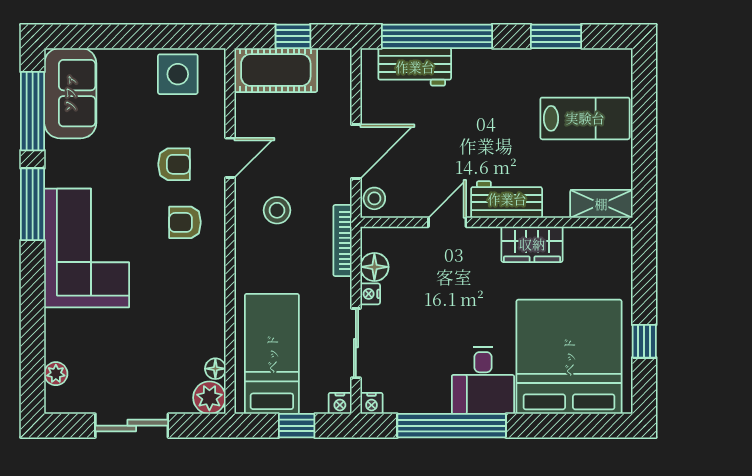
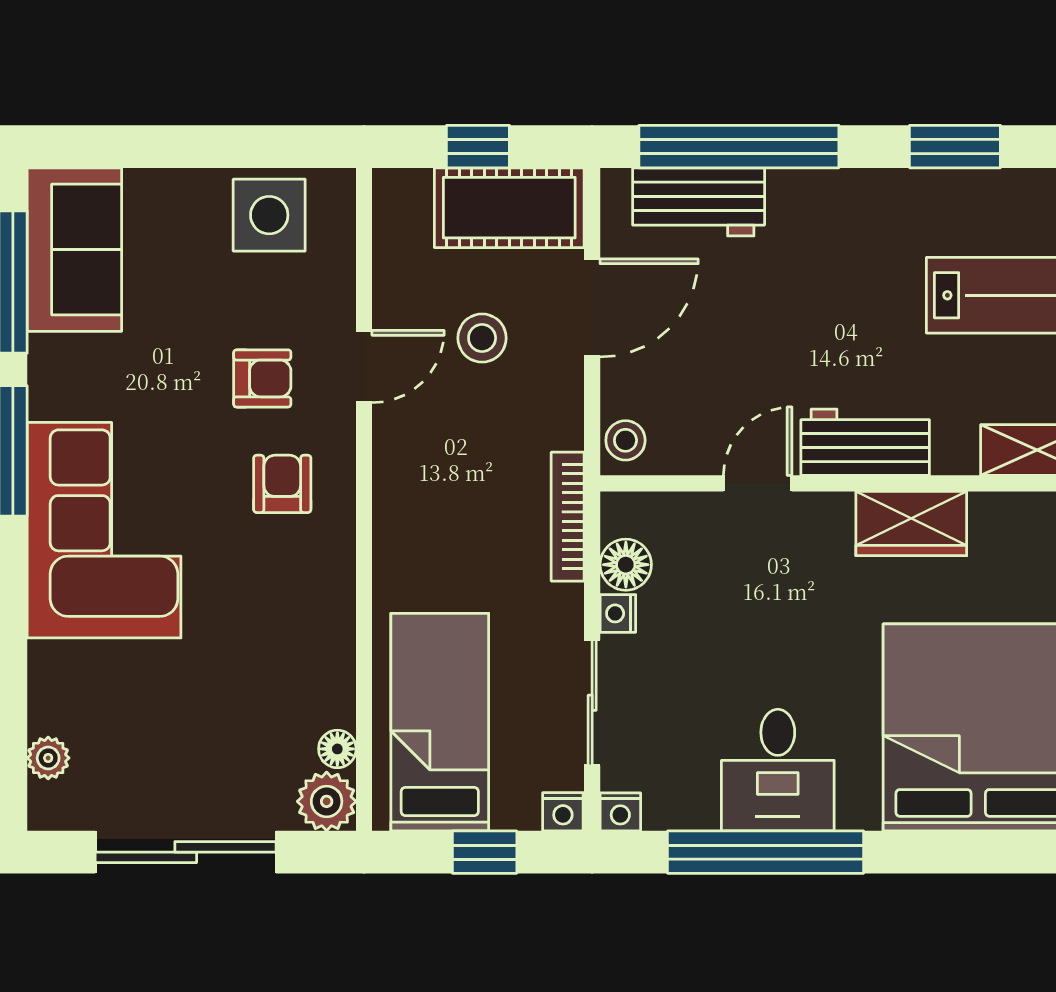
cot: (276, 70) -> (509, 208), moved
door: (356, 152) -> (592, 308), moved
stool: (277, 210) -> (482, 338), moved
armchair: (185, 222) -> (282, 484), turned 90
desk: (483, 380) -> (778, 770), moved
sliding door: (132, 426) -> (186, 852), width x1.37

